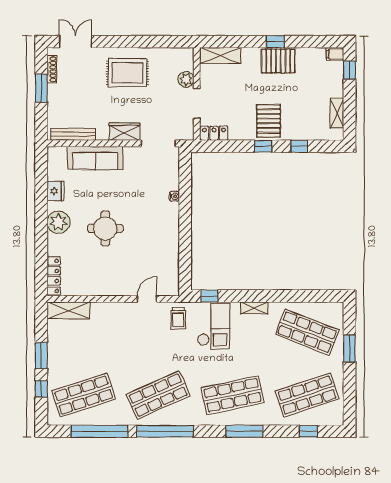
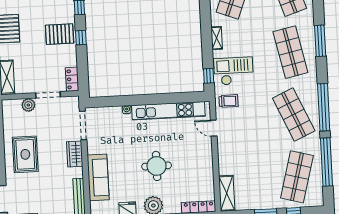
kitchen unit: (170, 246) -> (168, 111), added
shop shelf: (84, 395) -> (297, 177), turned 33

